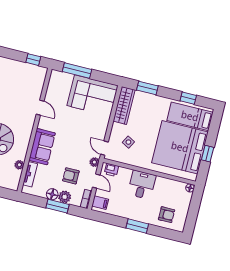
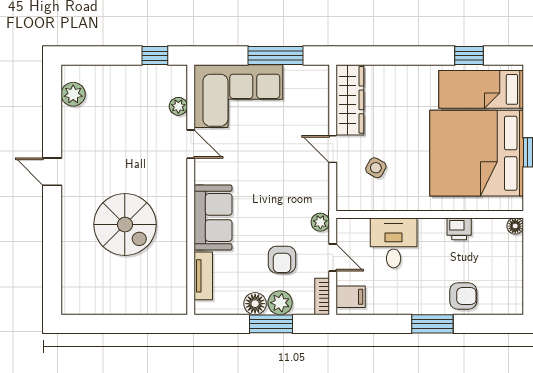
window: (77, 70) -> (276, 56), moved
window: (147, 88) -> (386, 56), removed
corner sofa: (93, 96) -> (238, 96), moved
door: (104, 148) -> (333, 149), moved
plant: (19, 165) -> (178, 106), moved
printer: (111, 170) -> (459, 229), moved
armchair: (71, 176) -> (282, 260), turned -90
desk: (142, 185) -> (394, 243), moved
armchair: (167, 215) -> (463, 296), moved

